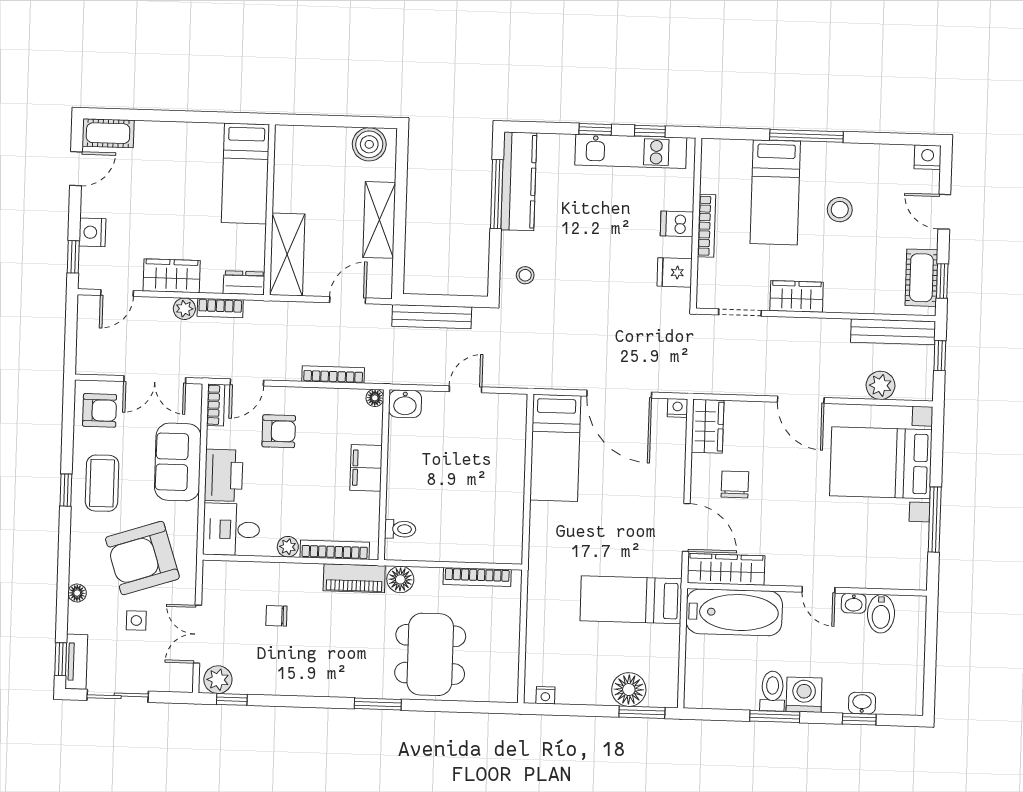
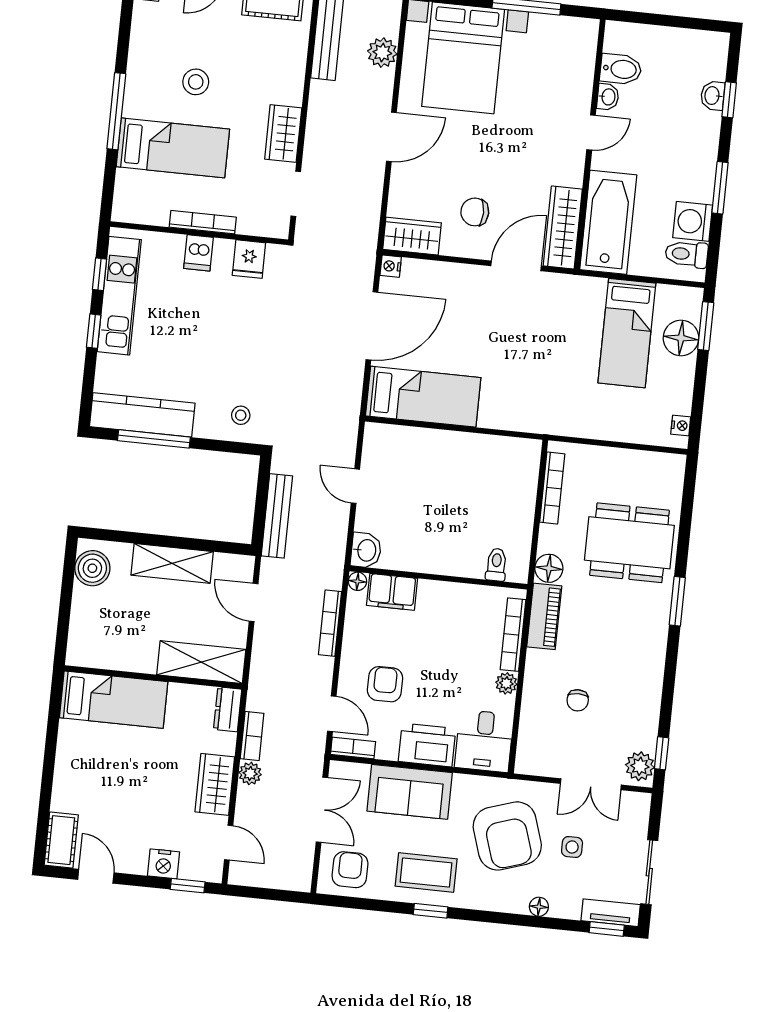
filing cabinet: (366, 468) -> (392, 592), moved
bed: (631, 600) -> (627, 333), moved
toilet: (772, 691) -> (687, 254), moved
washing machine: (804, 695) -> (693, 221), moved

